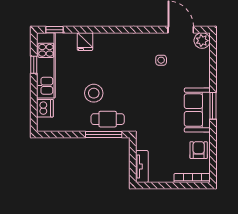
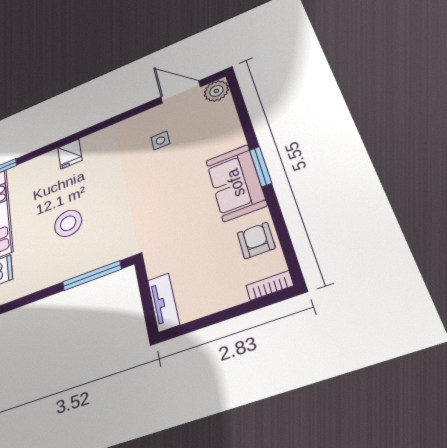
fridge: (85, 42) -> (70, 154), moved
cafe table: (108, 119) -> (94, 251), removed
bookcase: (192, 178) -> (270, 286), width x0.64

